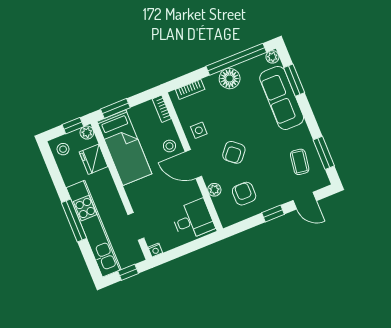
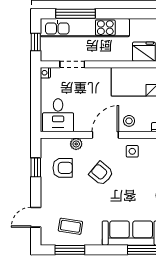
window: (273, 214) -> (36, 167), moved
window: (74, 220) -> (75, 14), moved

